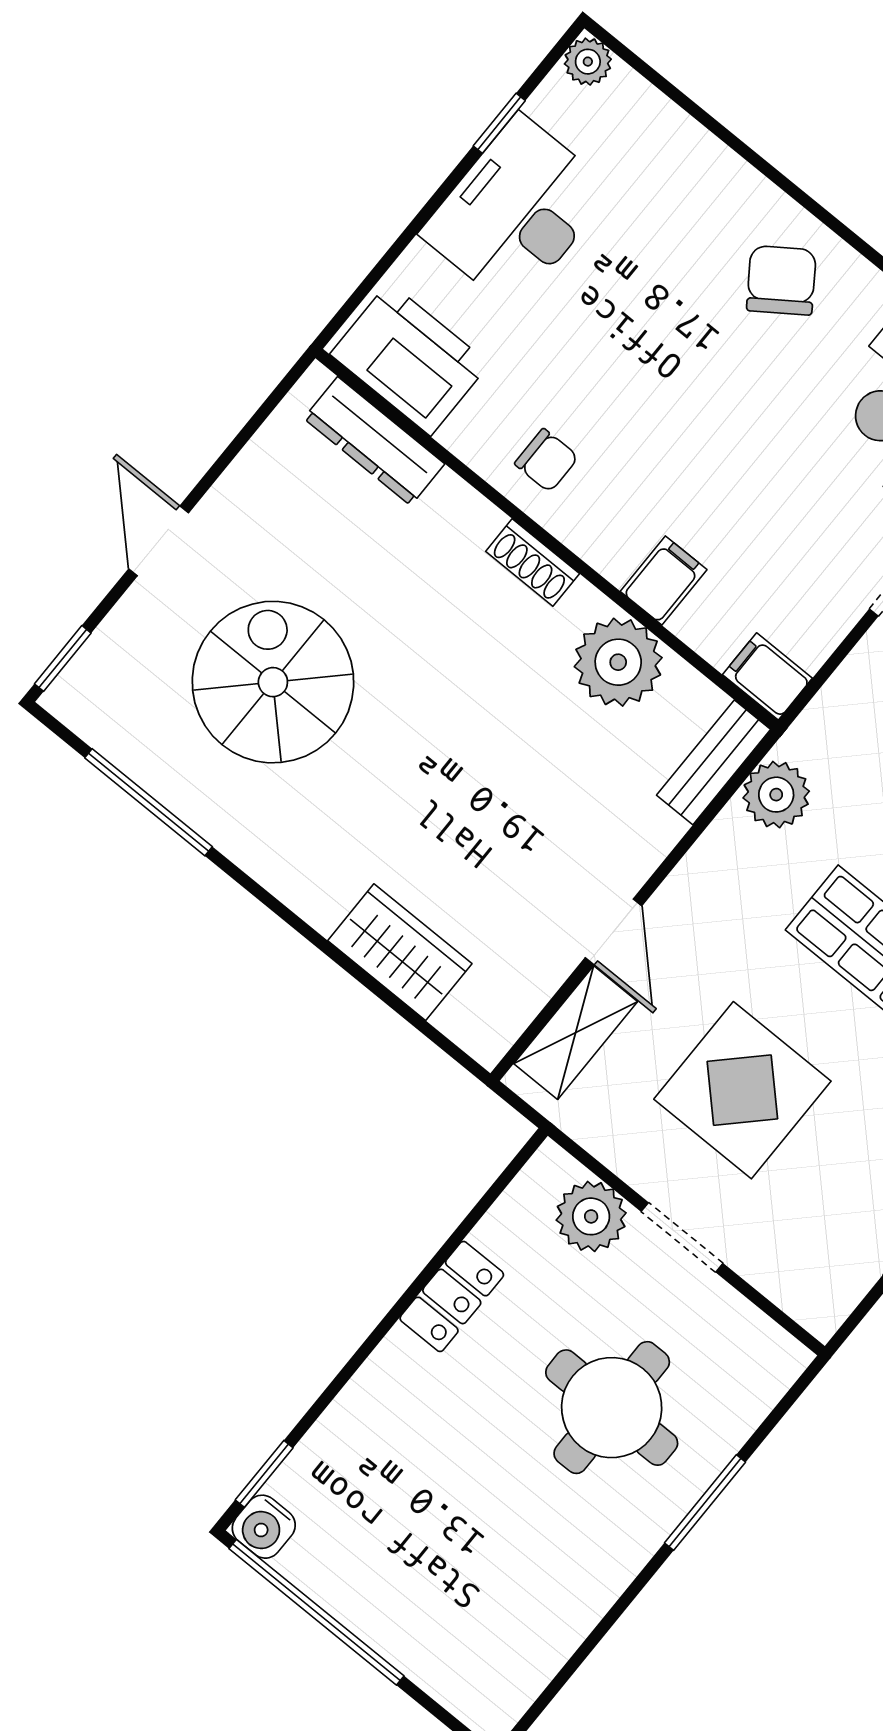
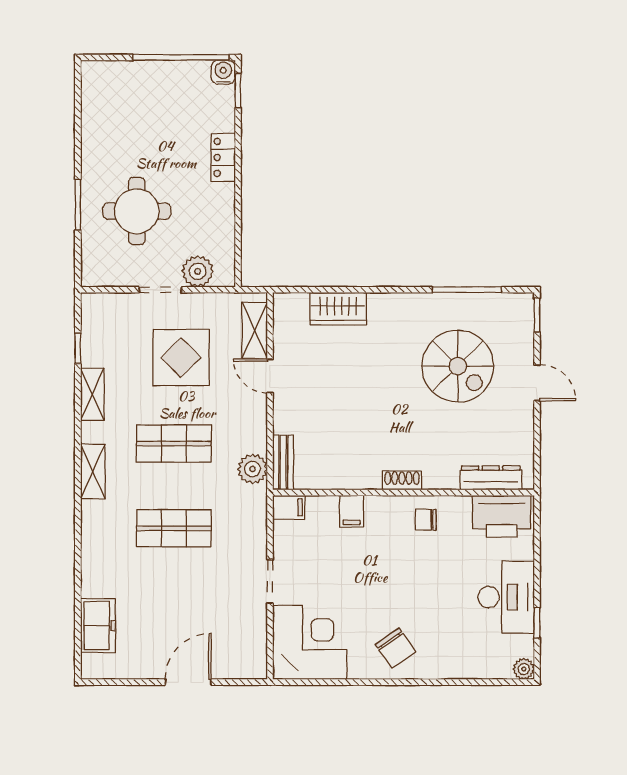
plant: (618, 662) -> (344, 470), removed
locker: (452, 1296) -> (223, 157), moved

